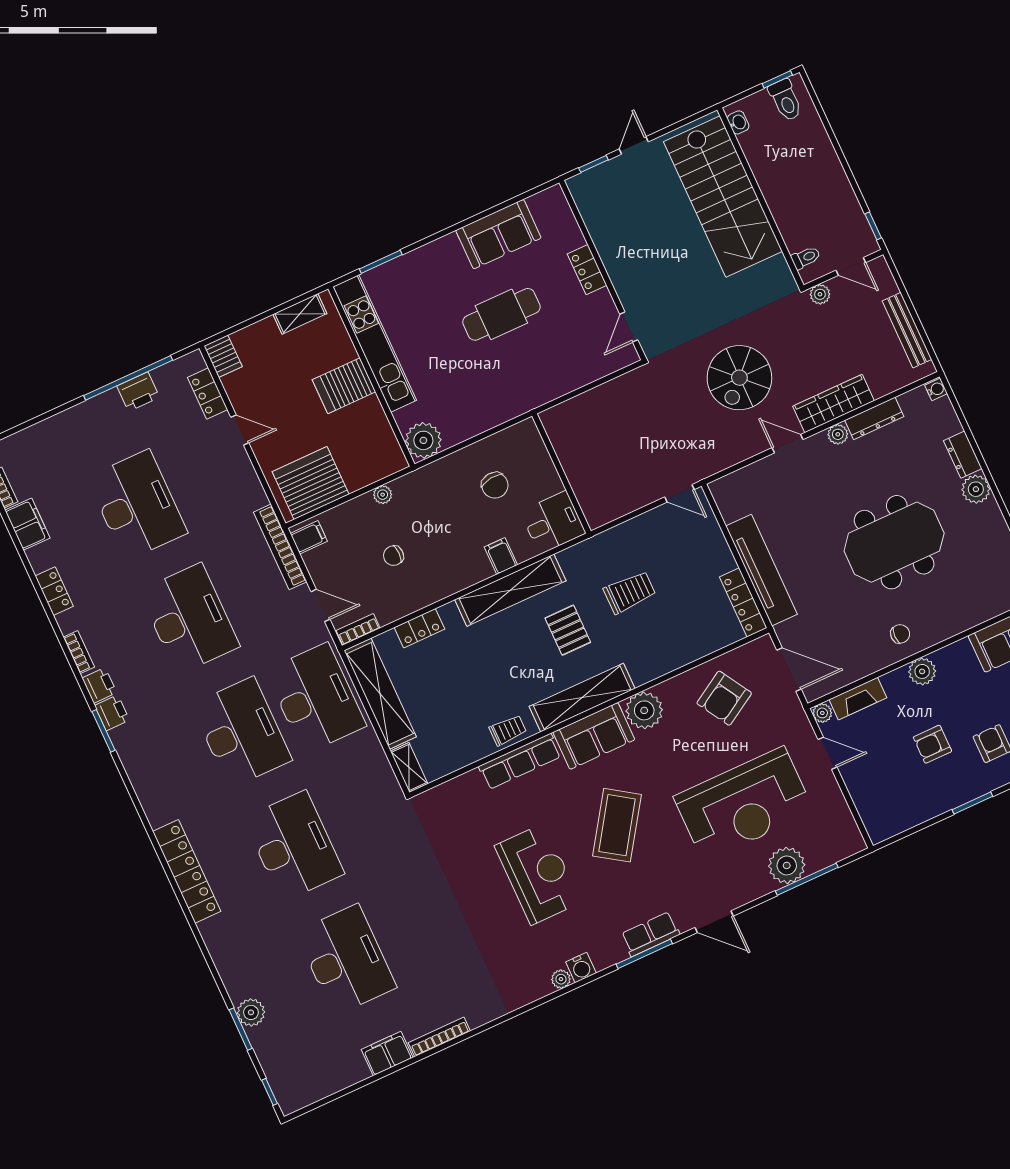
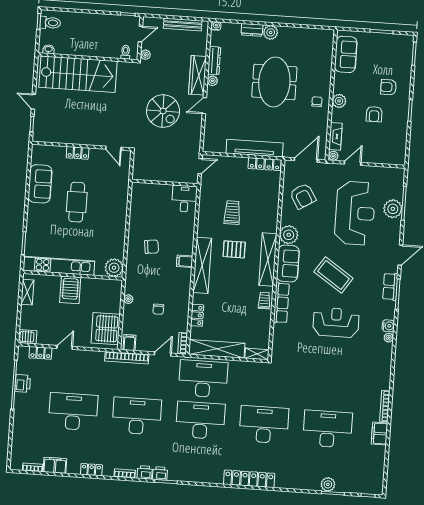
wall: (561, 474) -> (165, 183), moved
desk: (553, 523) -> (184, 199), moved

